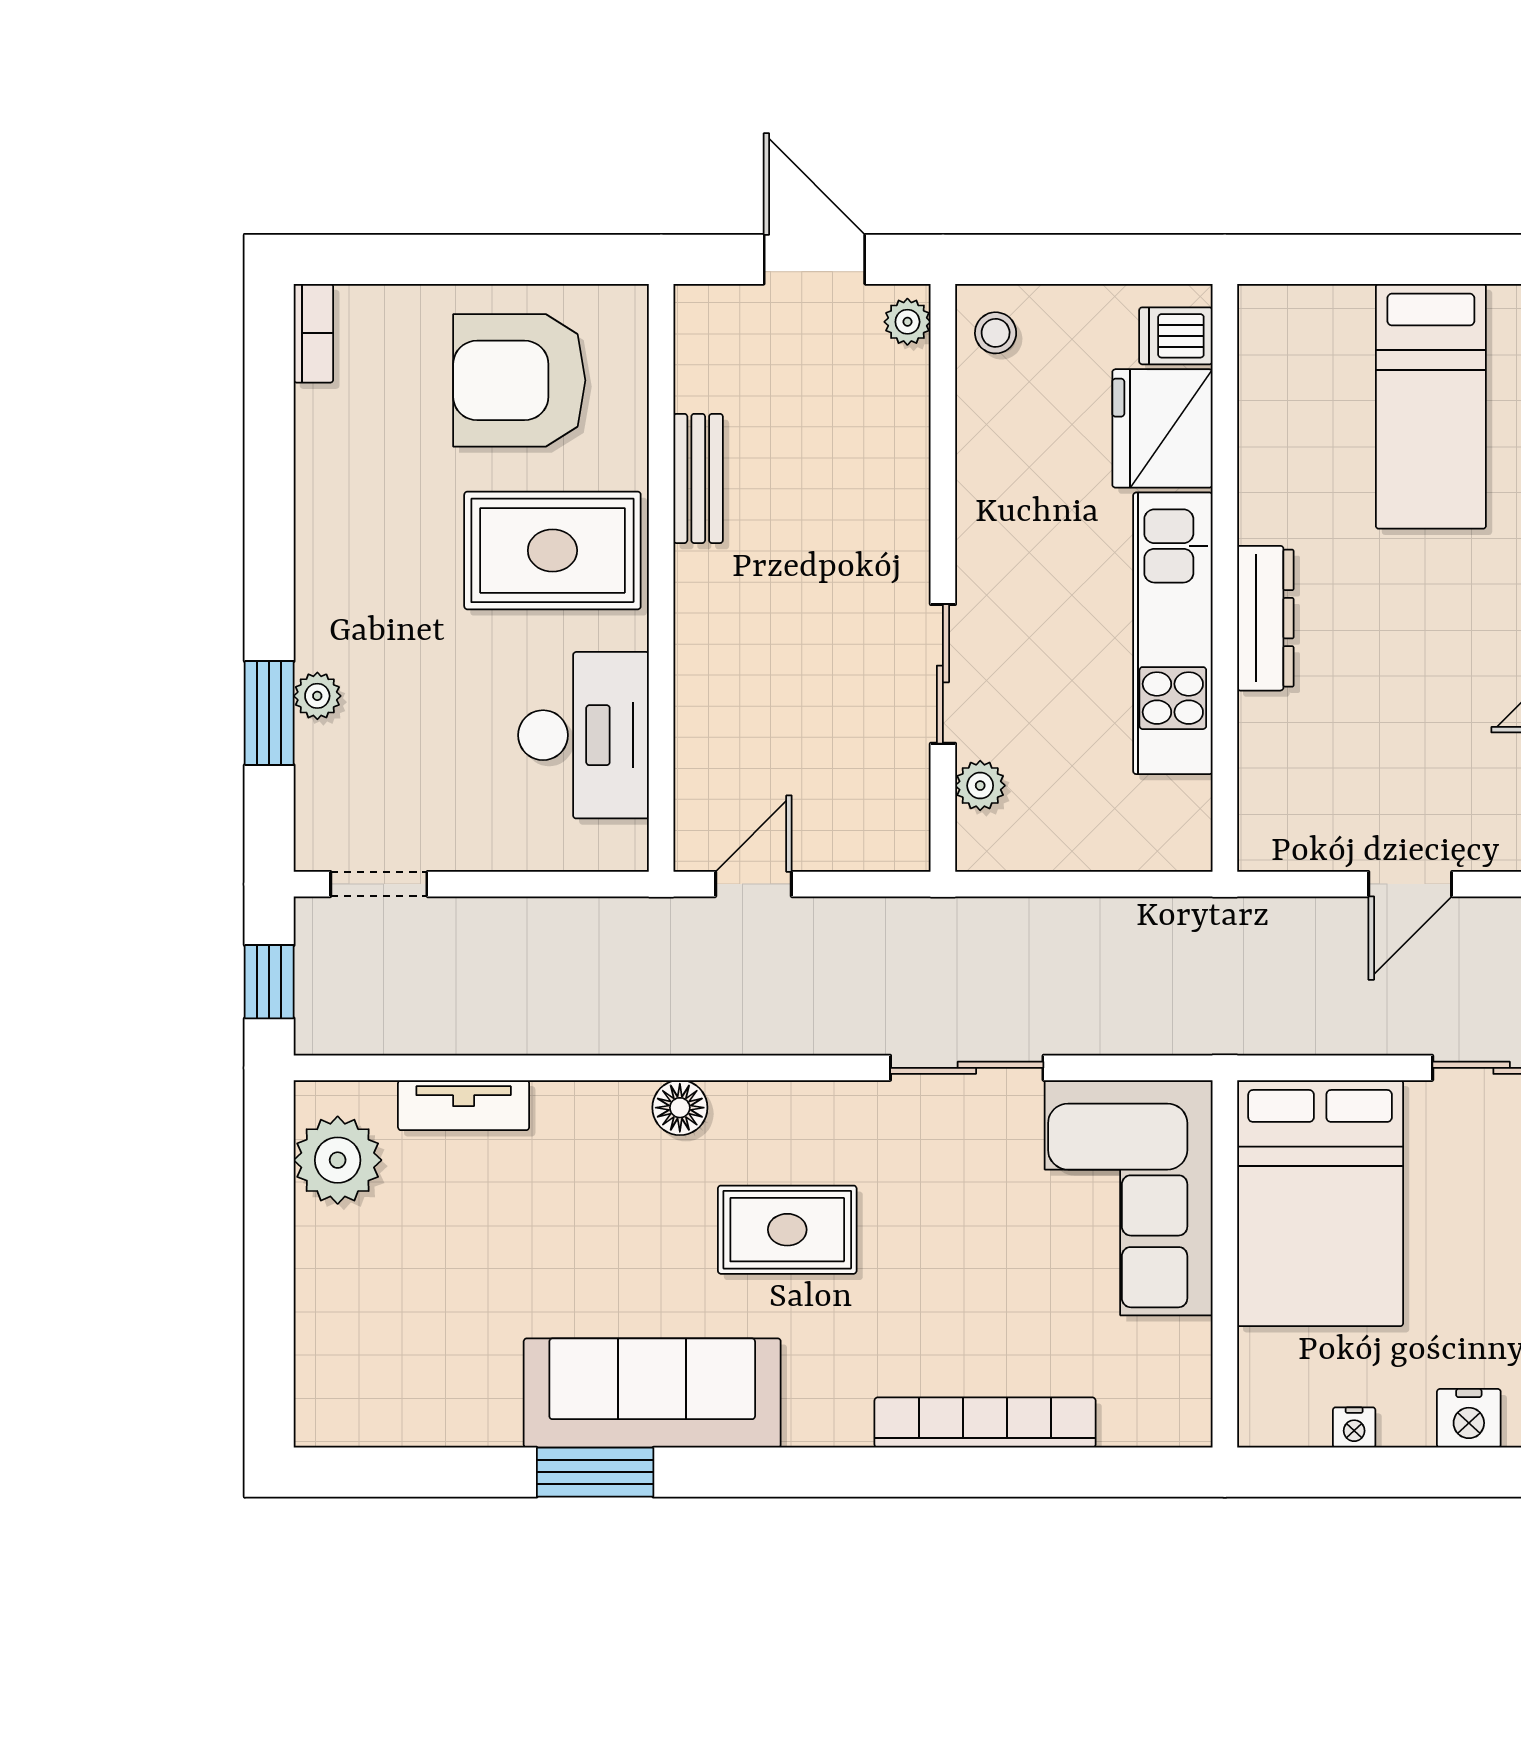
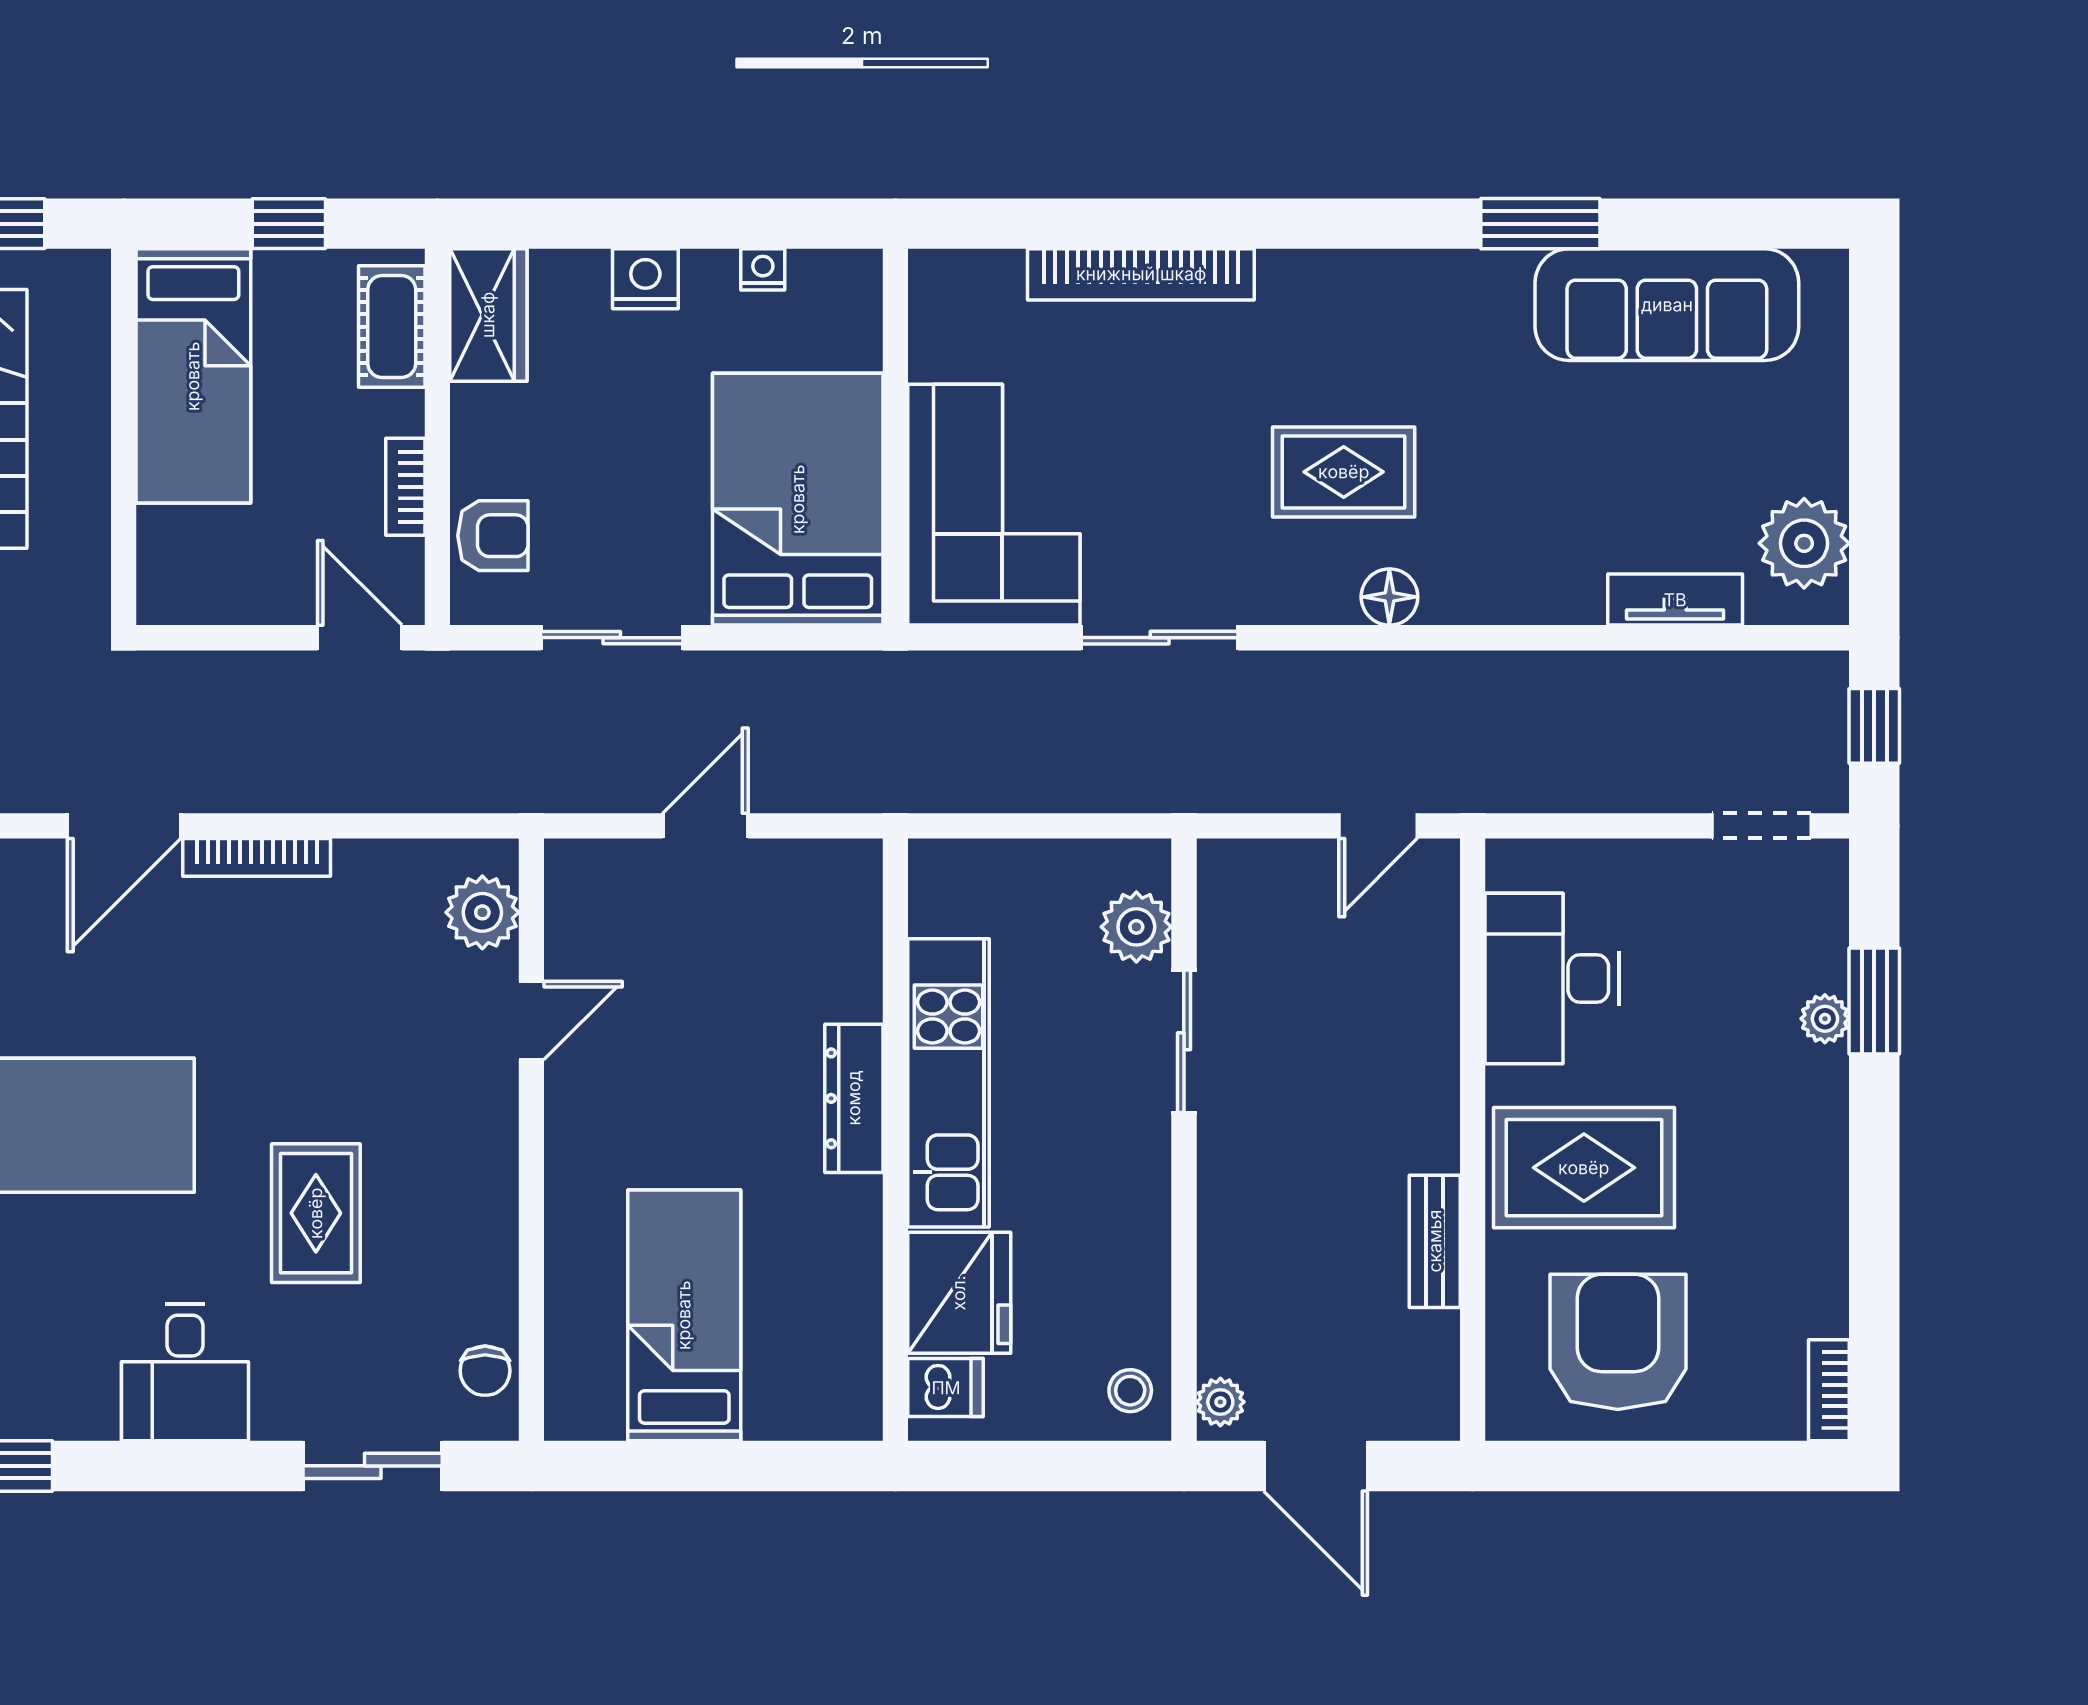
armchair: (519, 380) -> (1618, 1342), turned -90
plant: (980, 786) -> (1136, 927), width x1.38, depth x1.38
floor lamp: (680, 1108) -> (1389, 597), moved
sofa: (652, 1393) -> (1667, 305), moved

